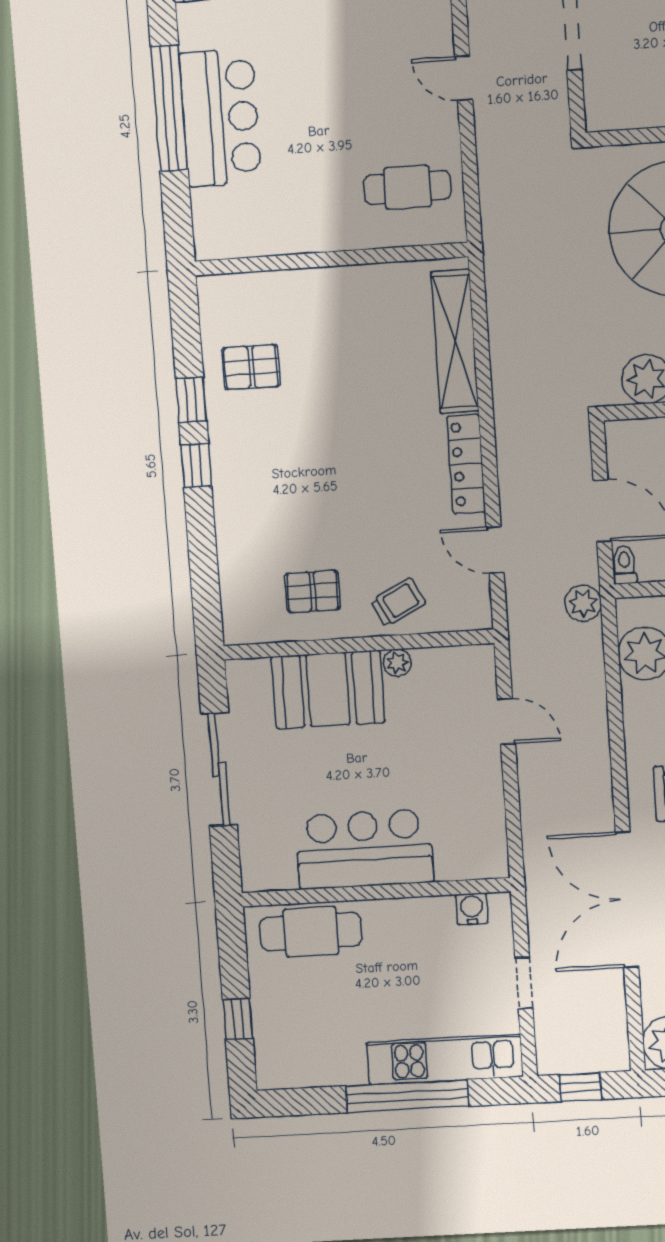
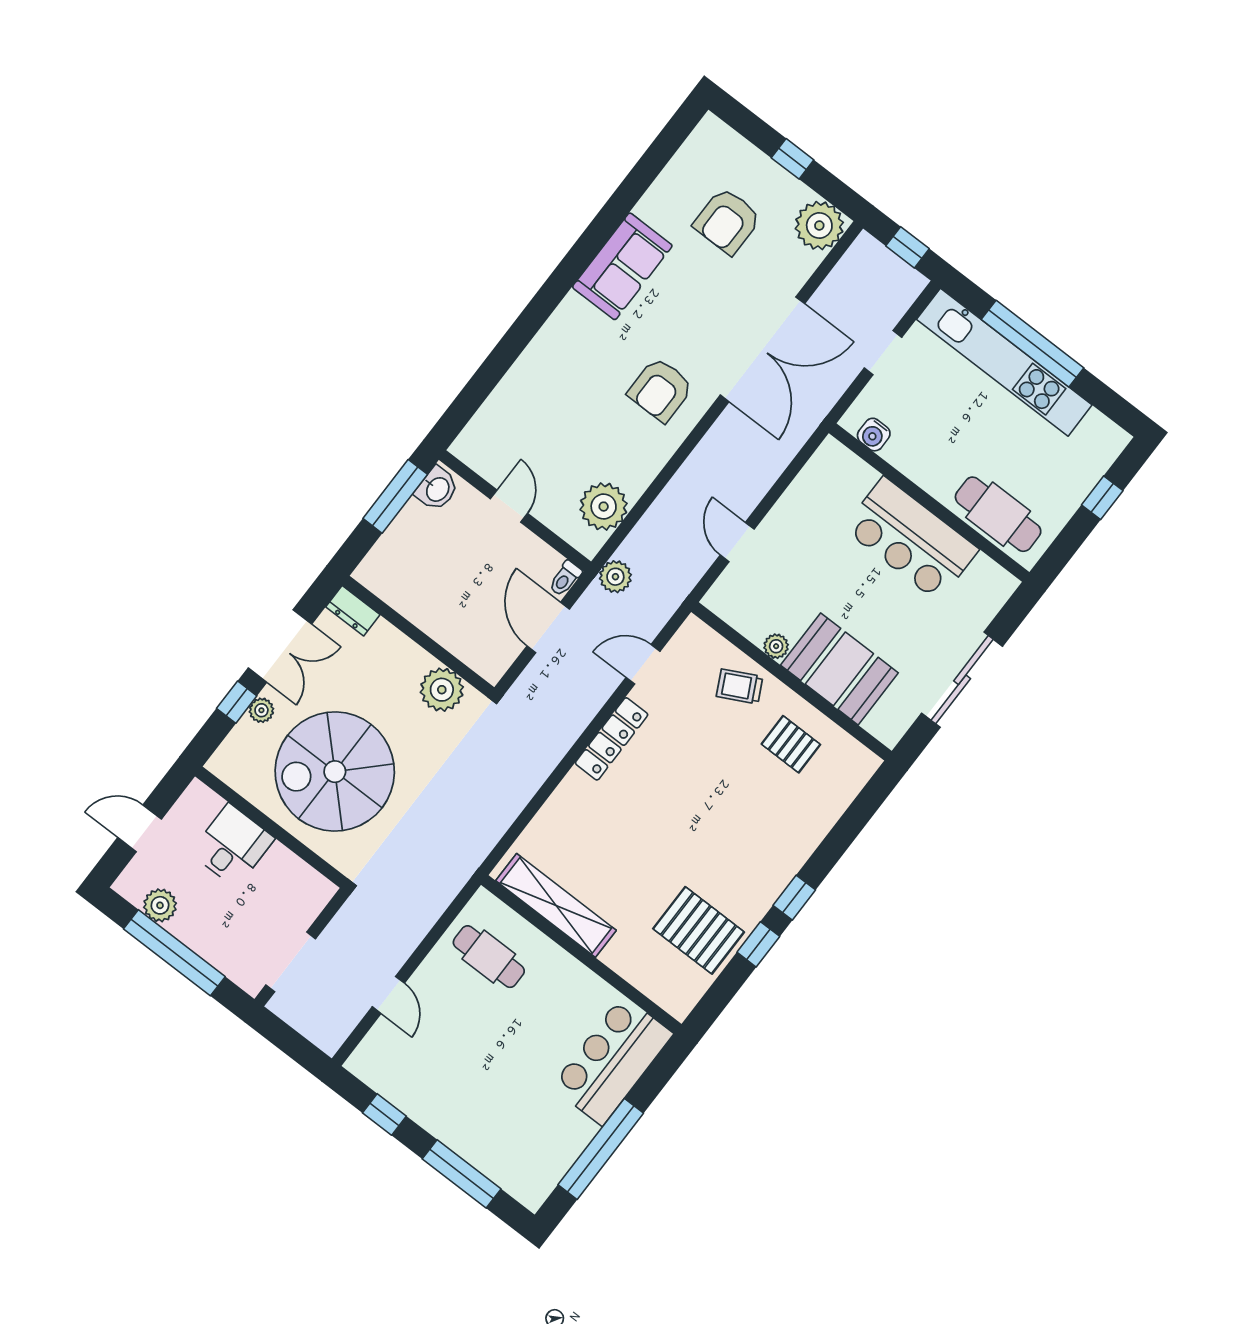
bar counter: (220, 118) -> (612, 1060), moved
shelving: (455, 341) -> (556, 905), moved, turned 90
pallet: (251, 367) -> (699, 930), width x1.50, depth x1.42
door: (495, 550) -> (643, 664), swing flipped
kitchen unit: (445, 1059) -> (1004, 362), width x1.36

